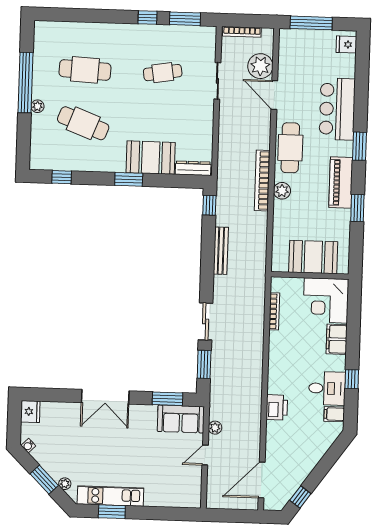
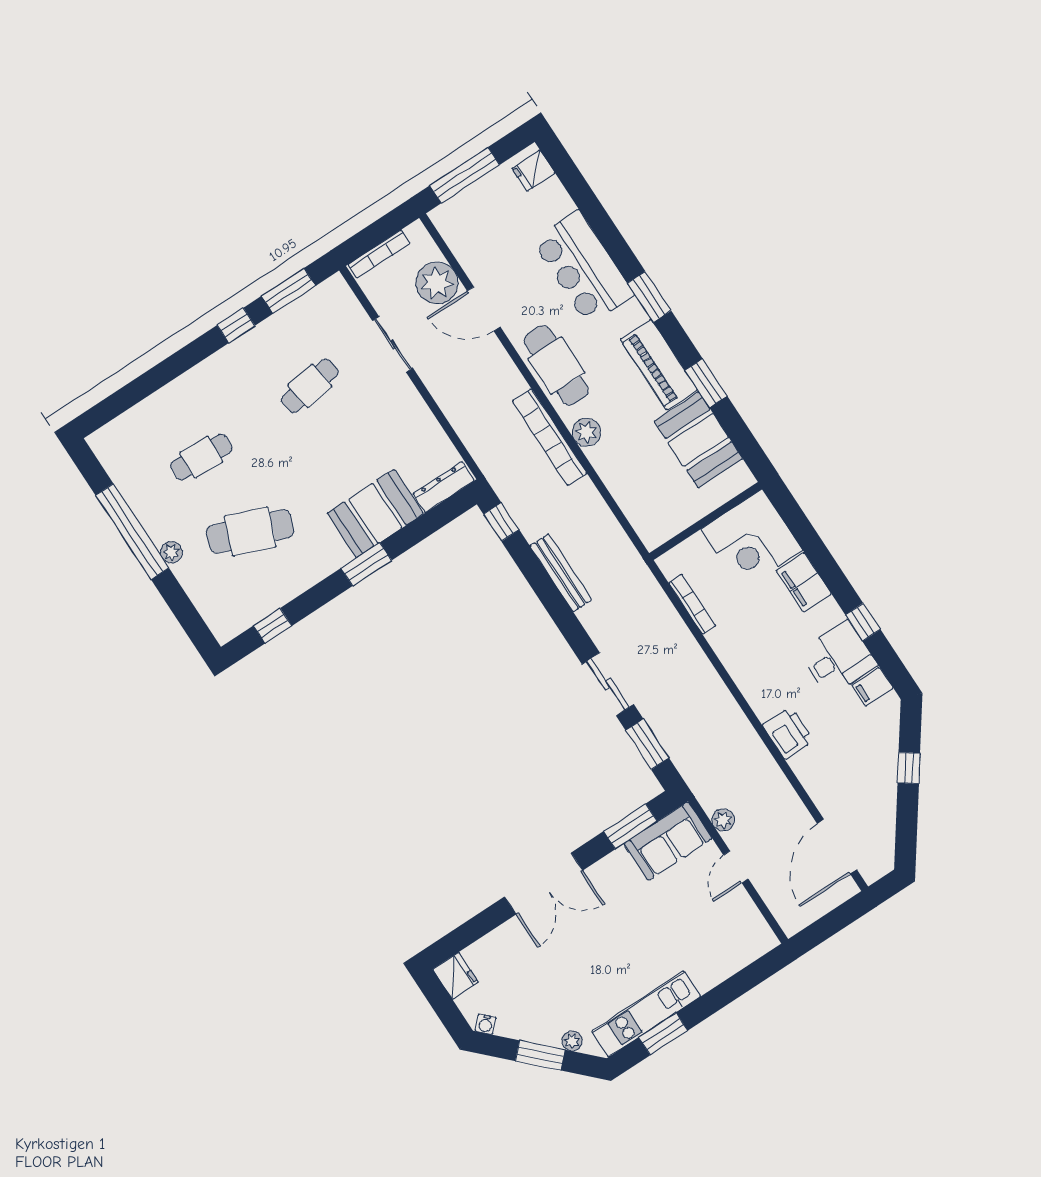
cafe table: (85, 70) -> (201, 457), width x0.73, depth x0.74
booth: (313, 257) -> (698, 440), moved, turned 90
window: (300, 497) -> (909, 768), moved

